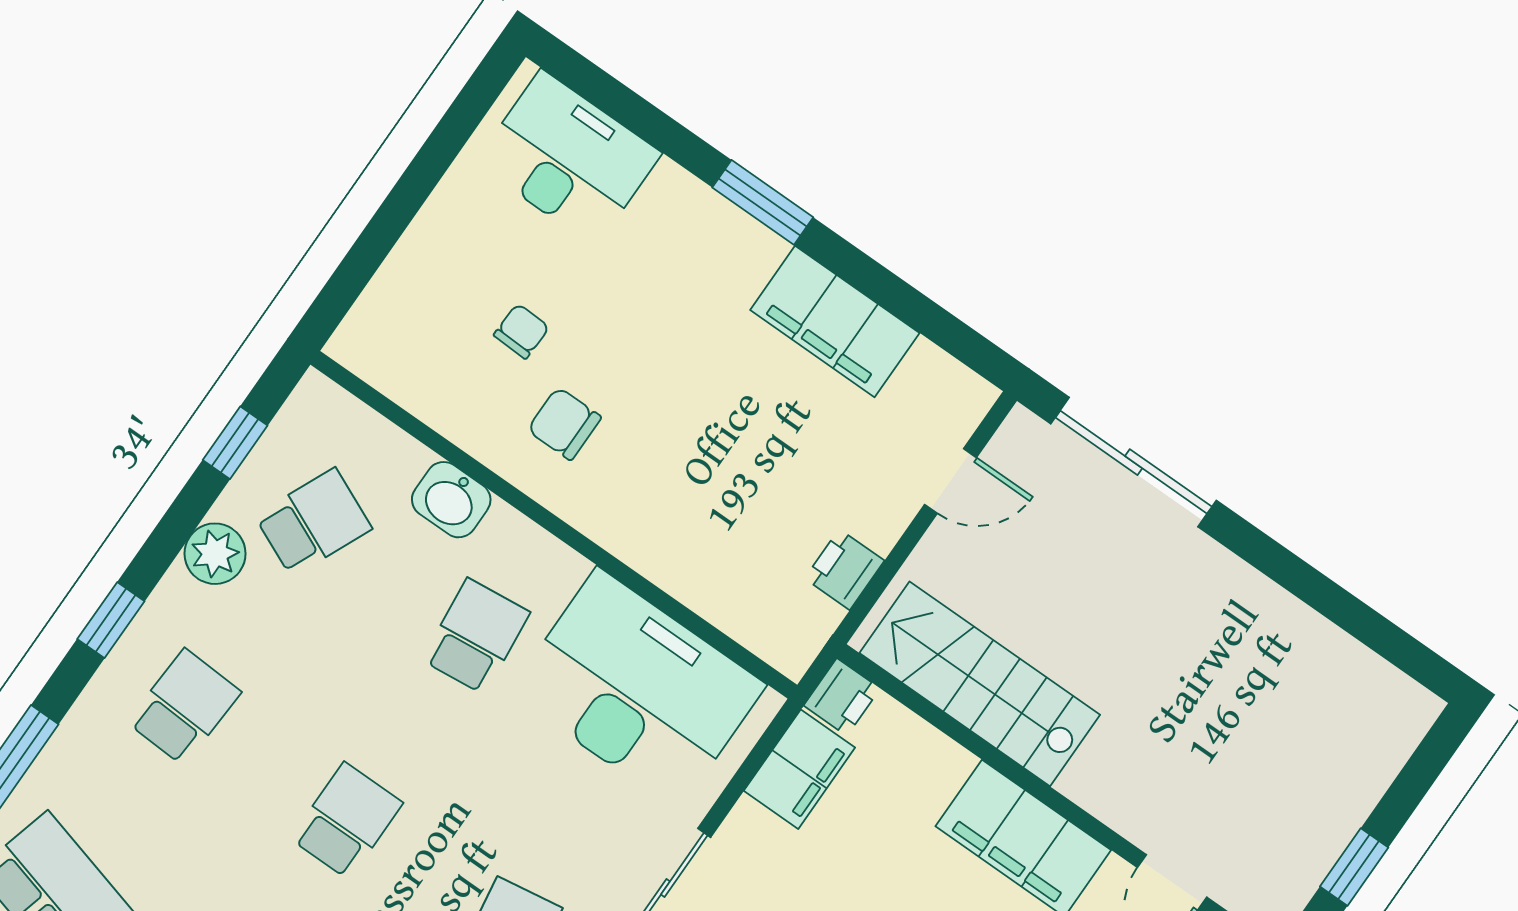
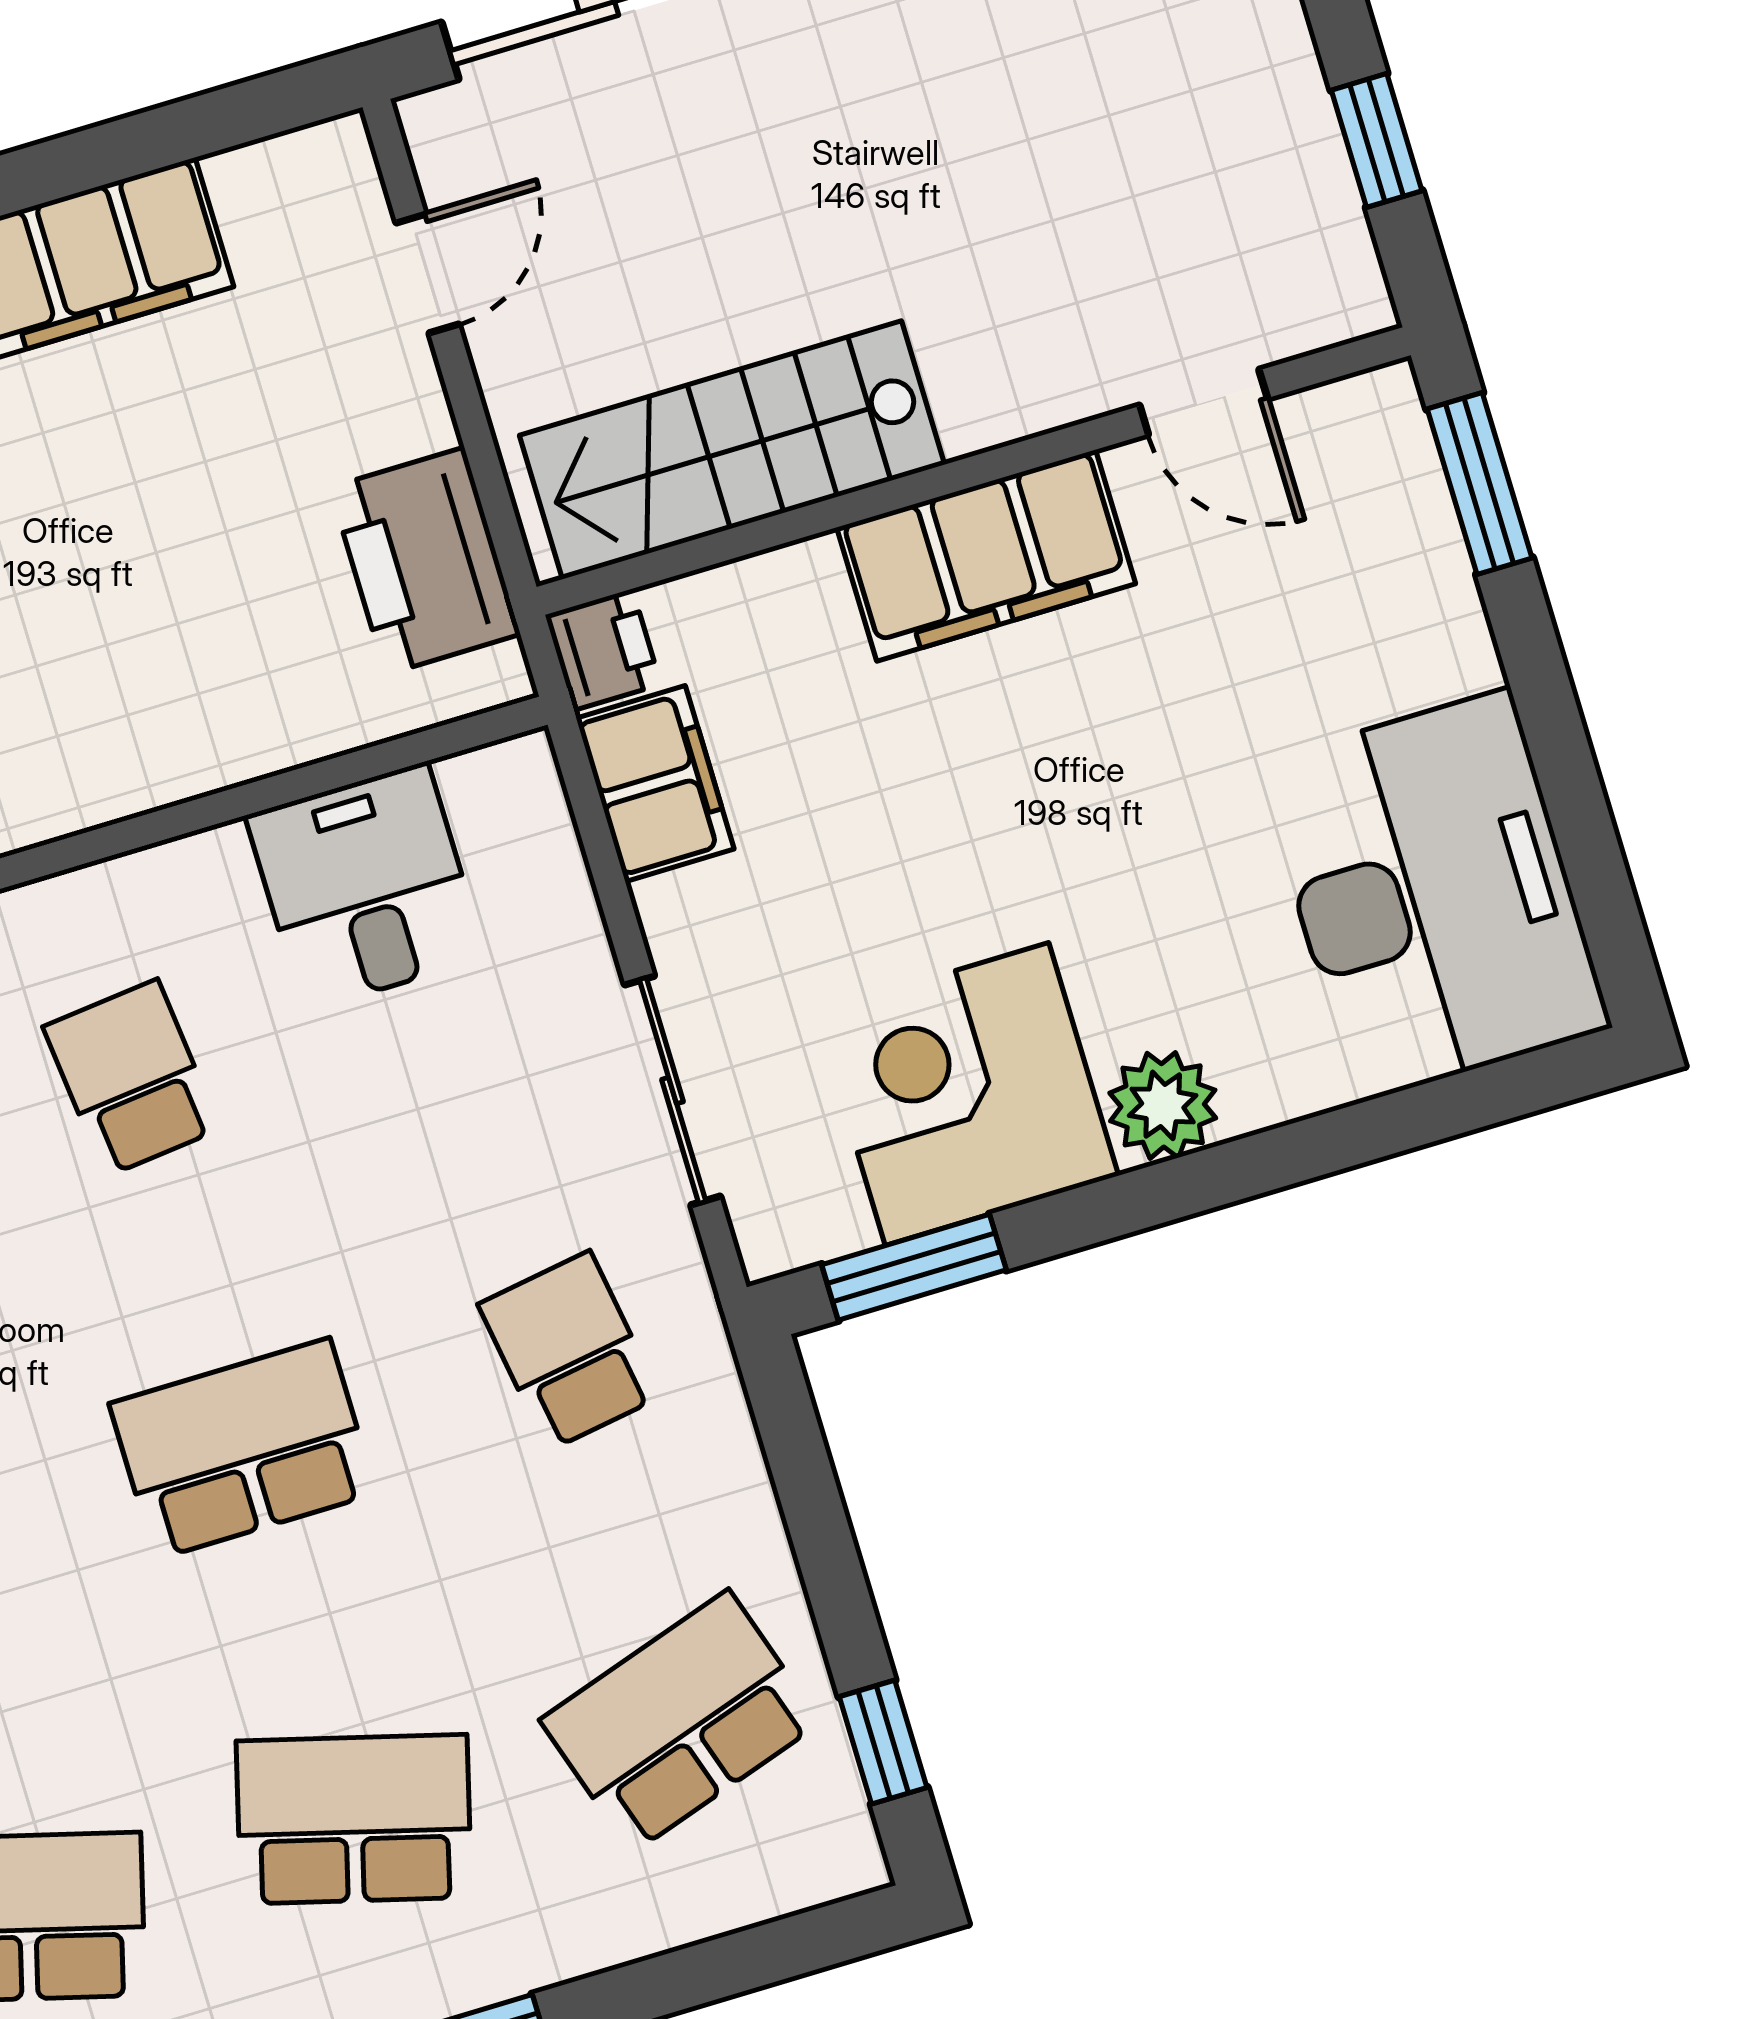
printer: (844, 570) -> (425, 561), width x1.87, depth x1.48
desk: (638, 689) -> (366, 887), width x0.53, depth x0.77
school desk: (347, 821) -> (243, 1449), width x1.85

